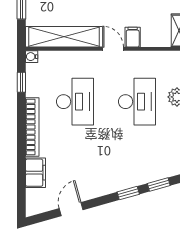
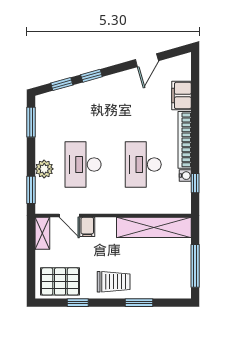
door: (113, 49) -> (69, 216), moved
water cooler: (32, 57) -> (185, 176), moved

